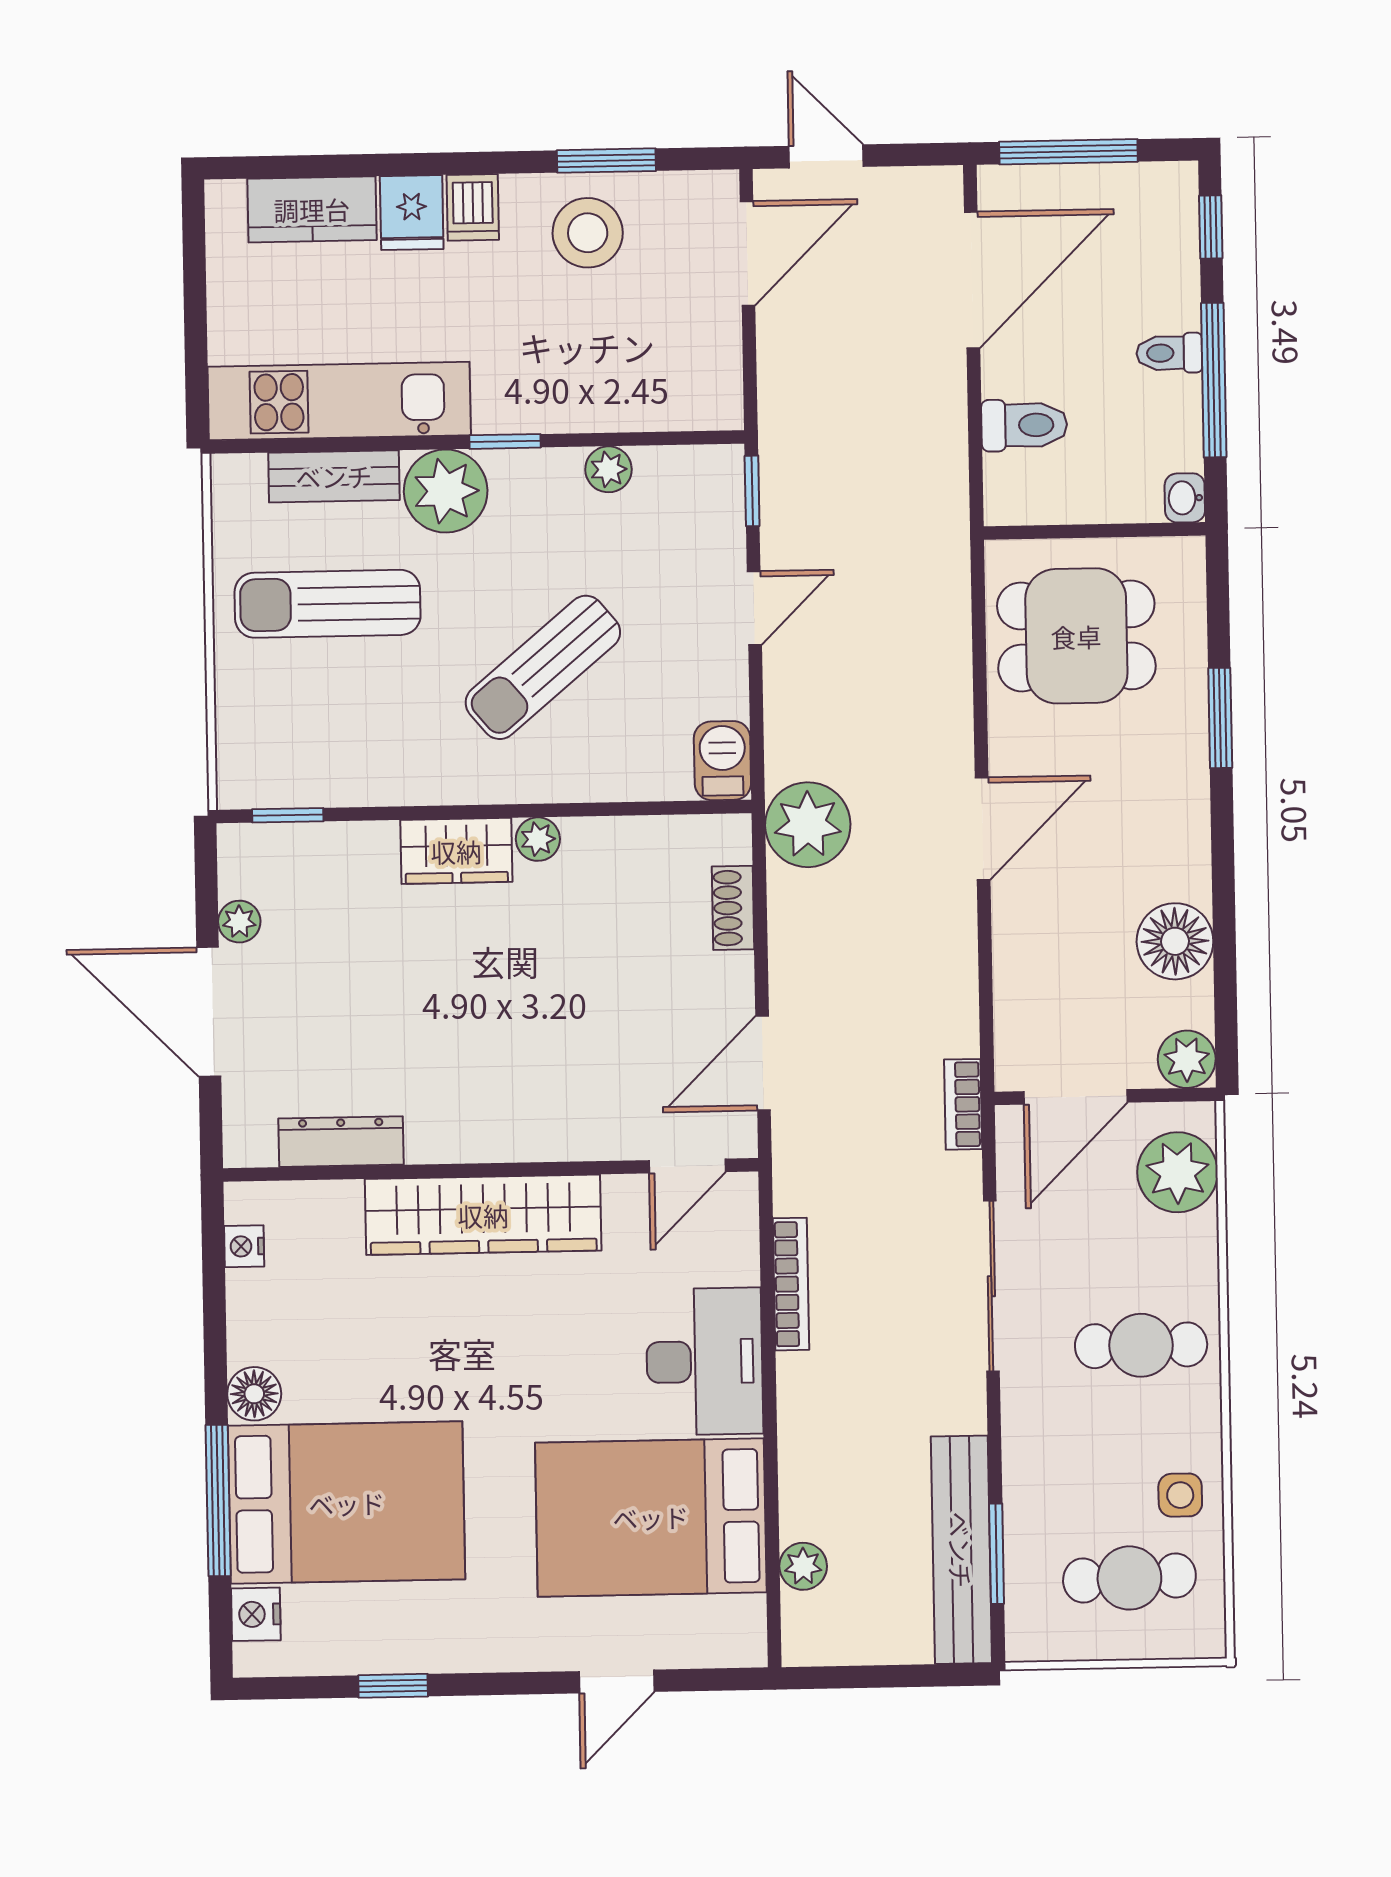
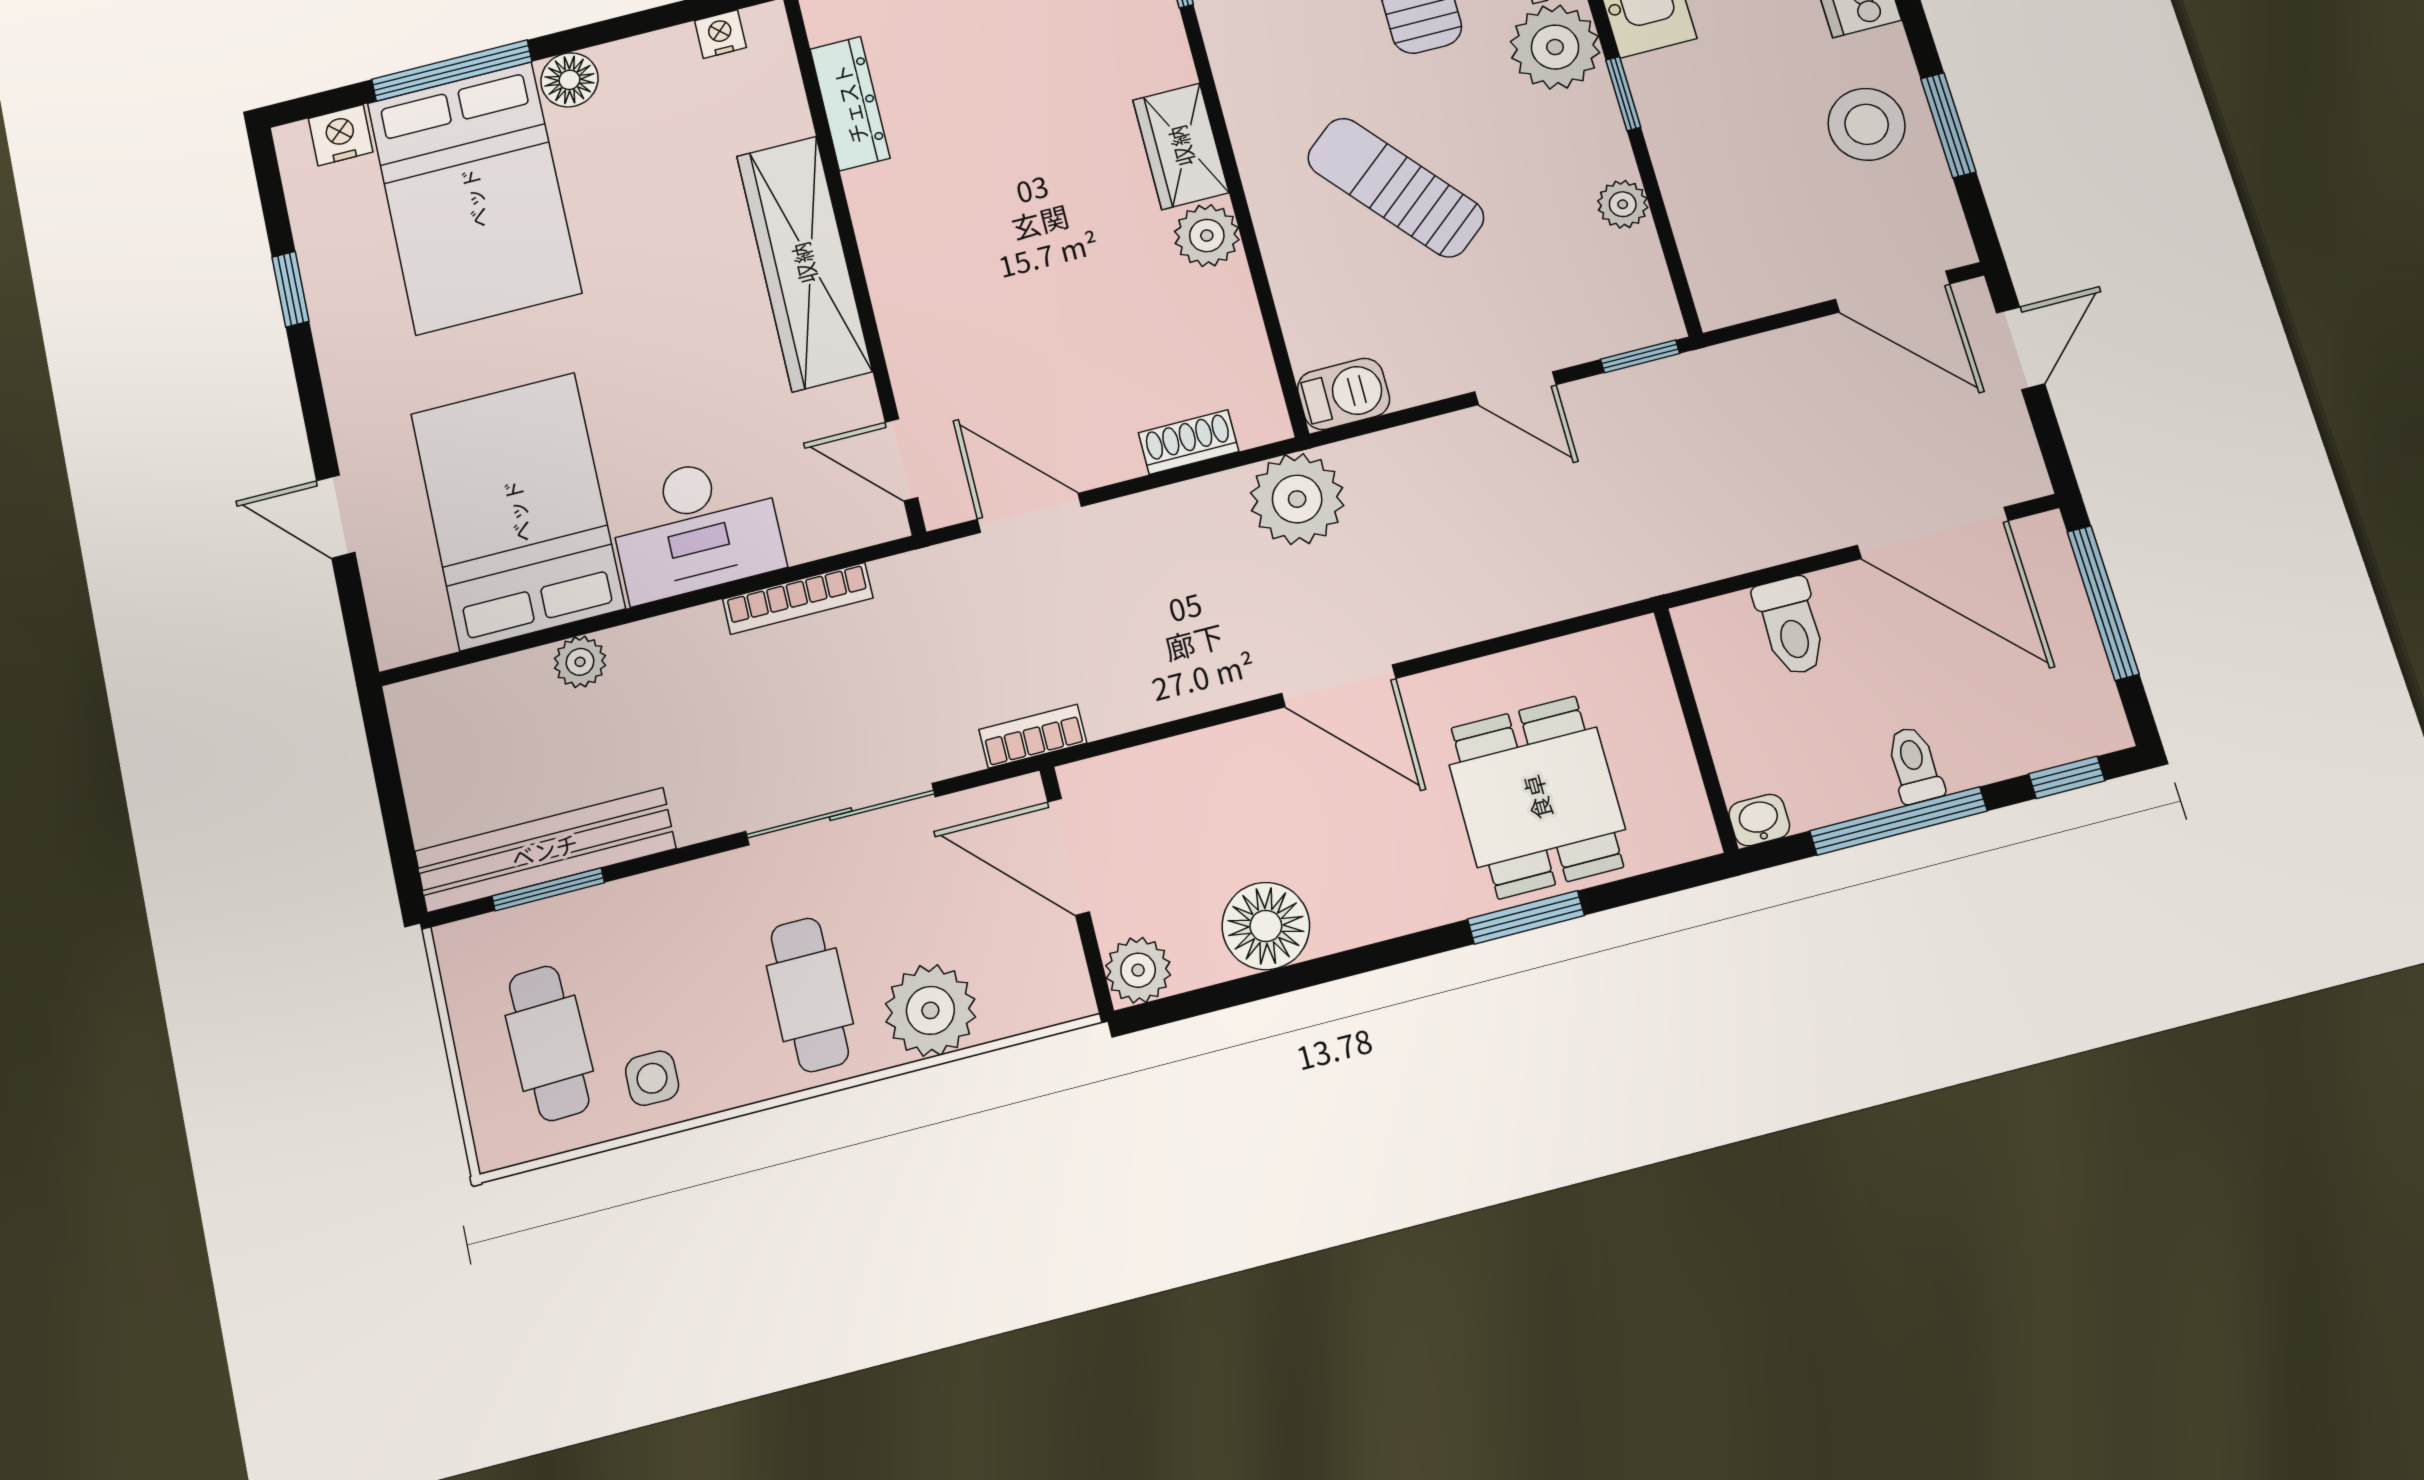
dining table: (1076, 636) -> (1537, 797), moved
plant: (538, 839) -> (1207, 236), width x1.38, depth x1.38
plant: (1178, 1172) -> (930, 1010), moved
plant: (803, 1566) -> (580, 662), moved

